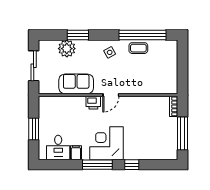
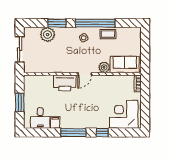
window: (142, 35) -> (95, 23), moved
sofa: (76, 84) -> (125, 64), moved
plant: (134, 87) -> (104, 67), added
printer: (93, 103) -> (65, 83), width x1.87, depth x1.48
window: (182, 133) -> (145, 106), removed
corner desk: (106, 143) -> (124, 114), moved

